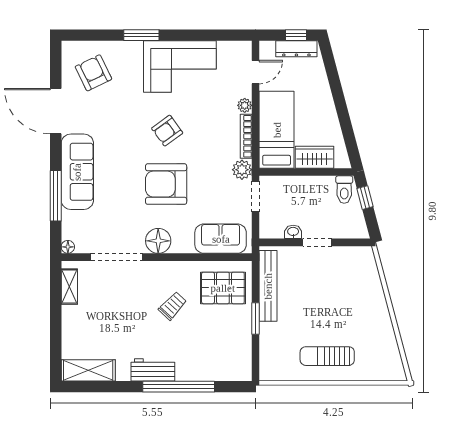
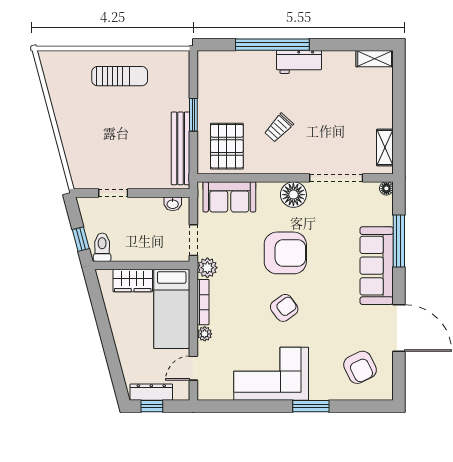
washbasin: (293, 232) -> (173, 204), moved
doorway: (317, 242) -> (113, 193), moved
pallet: (223, 288) -> (227, 146), turned 90
shelving: (88, 370) -> (375, 59), width x0.67, depth x0.75

